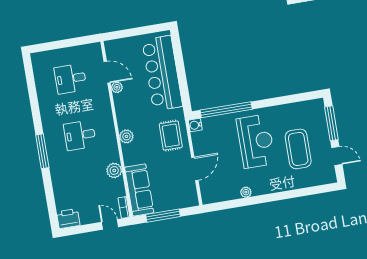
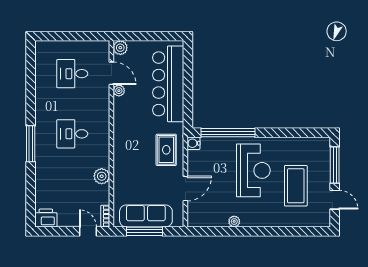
plant: (126, 136) -> (120, 48), moved
sofa: (139, 190) -> (146, 216), moved, turned -90

